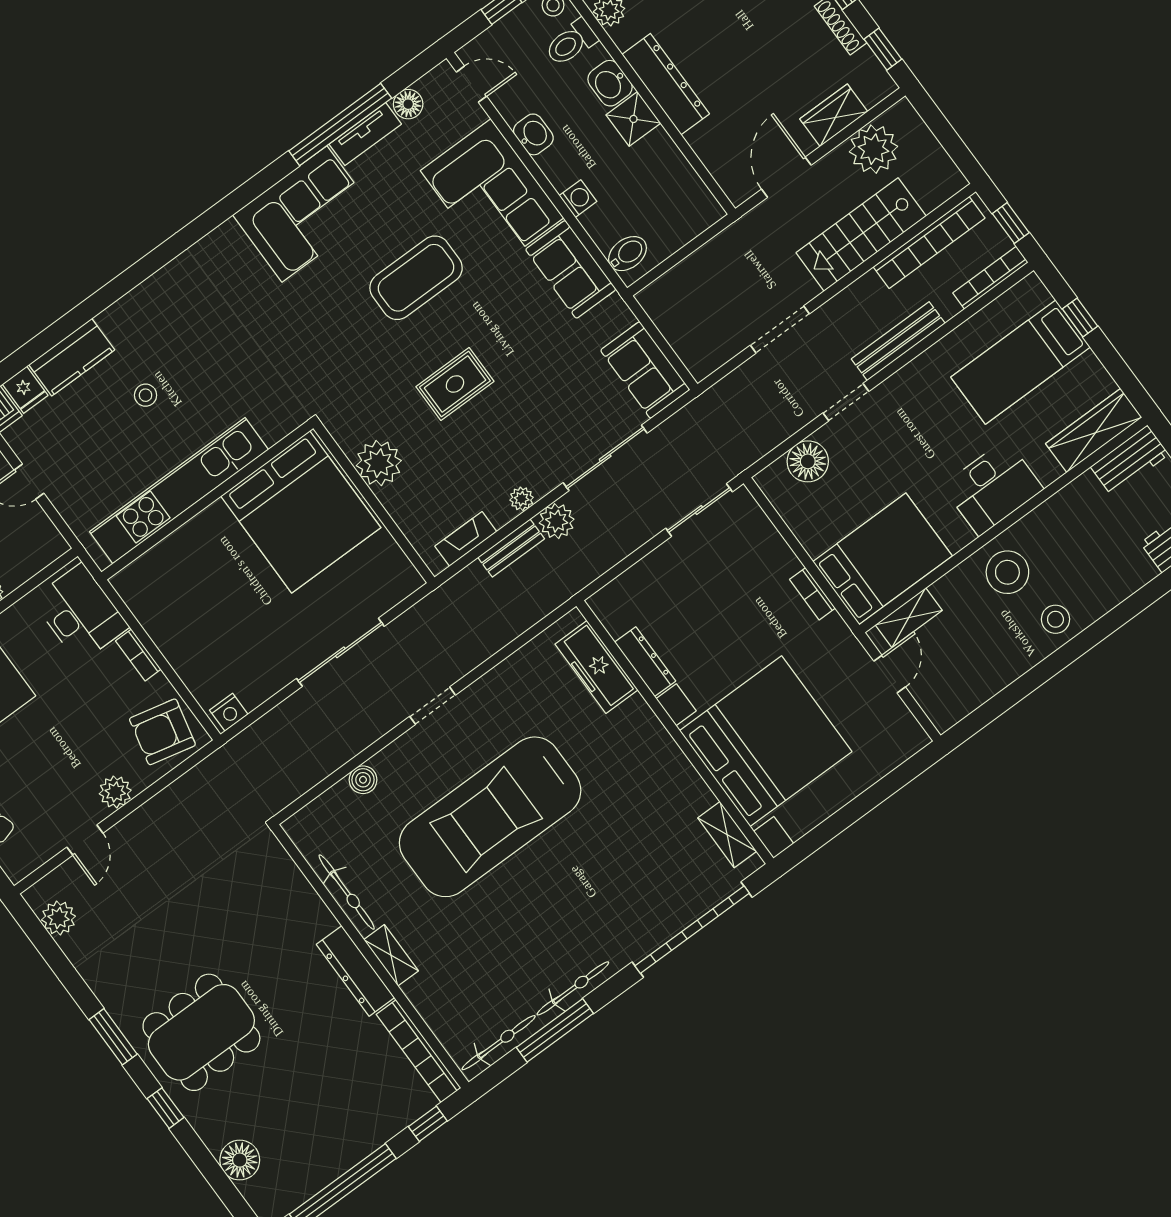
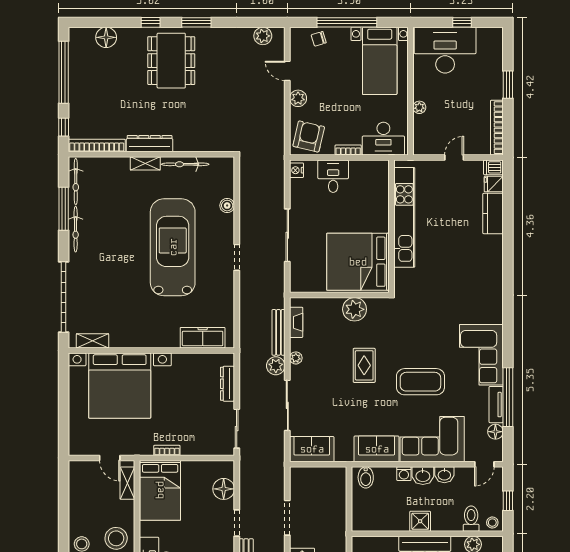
washbasin: (610, 83) -> (423, 476), moved, turned 180
coffee table: (416, 278) -> (420, 382), turned 90
stool: (146, 395) -> (454, 233), removed
bench: (511, 548) -> (278, 332), width x1.36
desk: (196, 648) -> (333, 176), added
dresser: (645, 662) -> (227, 384), moved, turned 90

